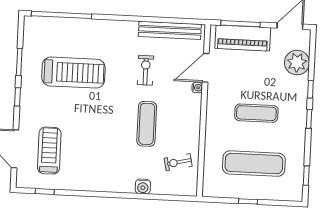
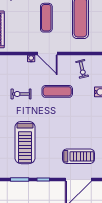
door: (206, 68) -> (47, 53), moved
treadmill: (73, 73) -> (25, 143), turned 180
treadmill: (49, 151) -> (78, 156), turned 180

